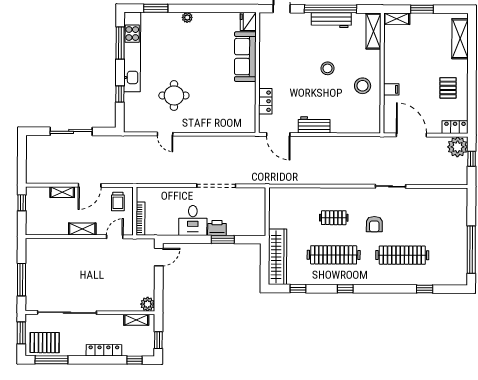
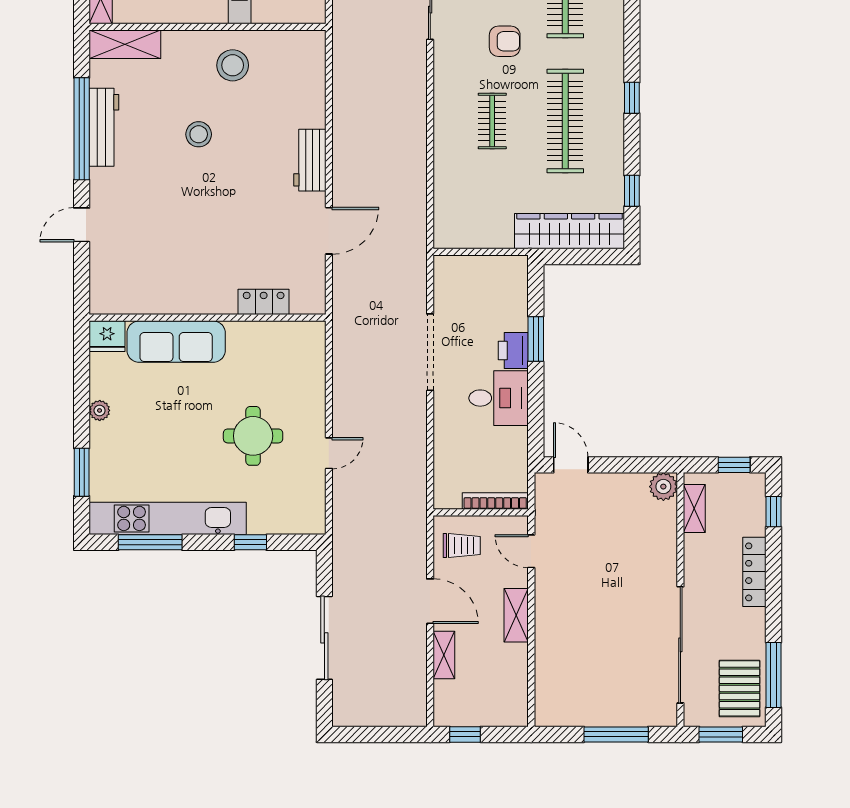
fridge: (248, 22) -> (107, 336), moved
sofa: (245, 57) -> (176, 342), moved
wall: (257, 73) -> (208, 318), moved
locker: (265, 101) -> (264, 302), moved

